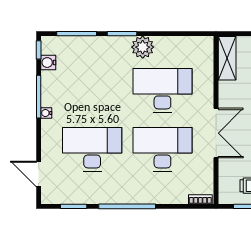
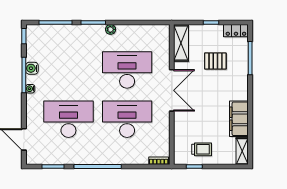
plant: (143, 47) -> (111, 29), width x0.53, depth x0.53
water cooler: (48, 63) -> (32, 68), moved
double door: (216, 133) -> (172, 90), moved

